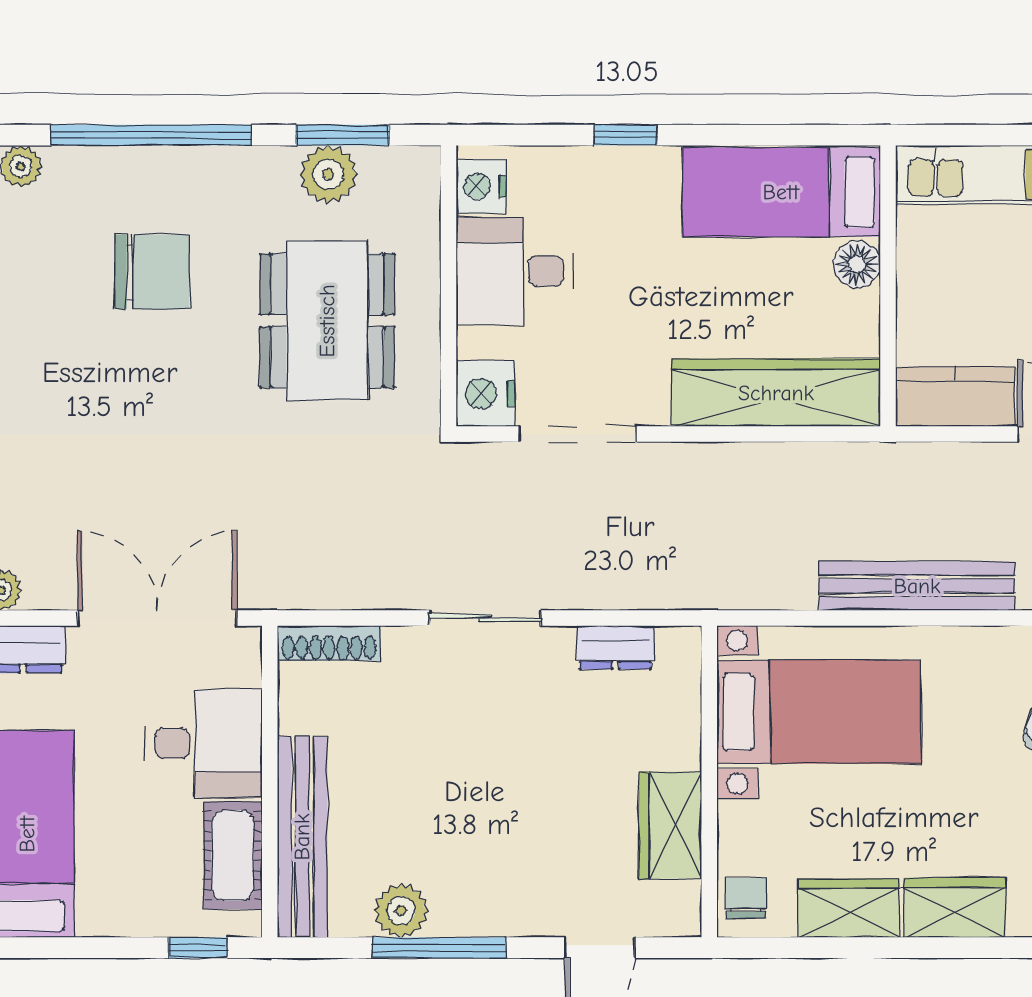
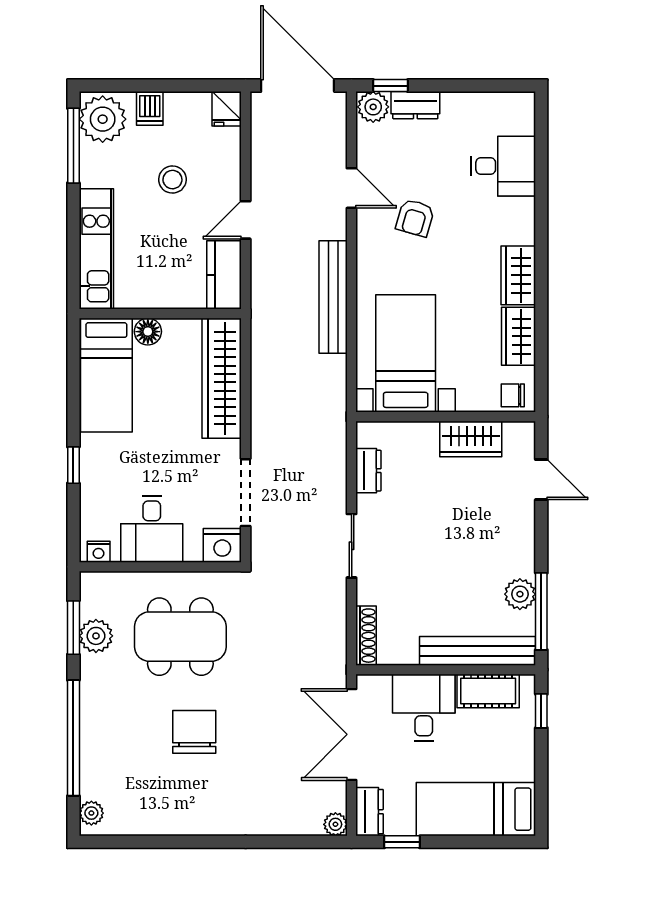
nightstand: (481, 186) -> (99, 552), width x0.72, depth x0.74
chair: (152, 272) -> (194, 732), moved
window: (439, 948) -> (541, 611), moved

